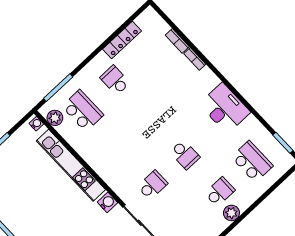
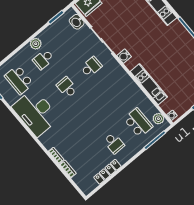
desk: (225, 108) -> (36, 113), width x1.36, depth x1.30
school desk: (83, 111) -> (138, 123), turned 180
kitchen unit: (71, 165) -> (149, 84), width x0.73
school desk: (153, 185) -> (91, 67), turned 180

